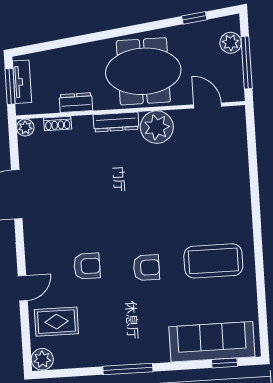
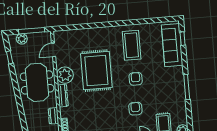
rug: (164, 190) -> (96, 71), added

